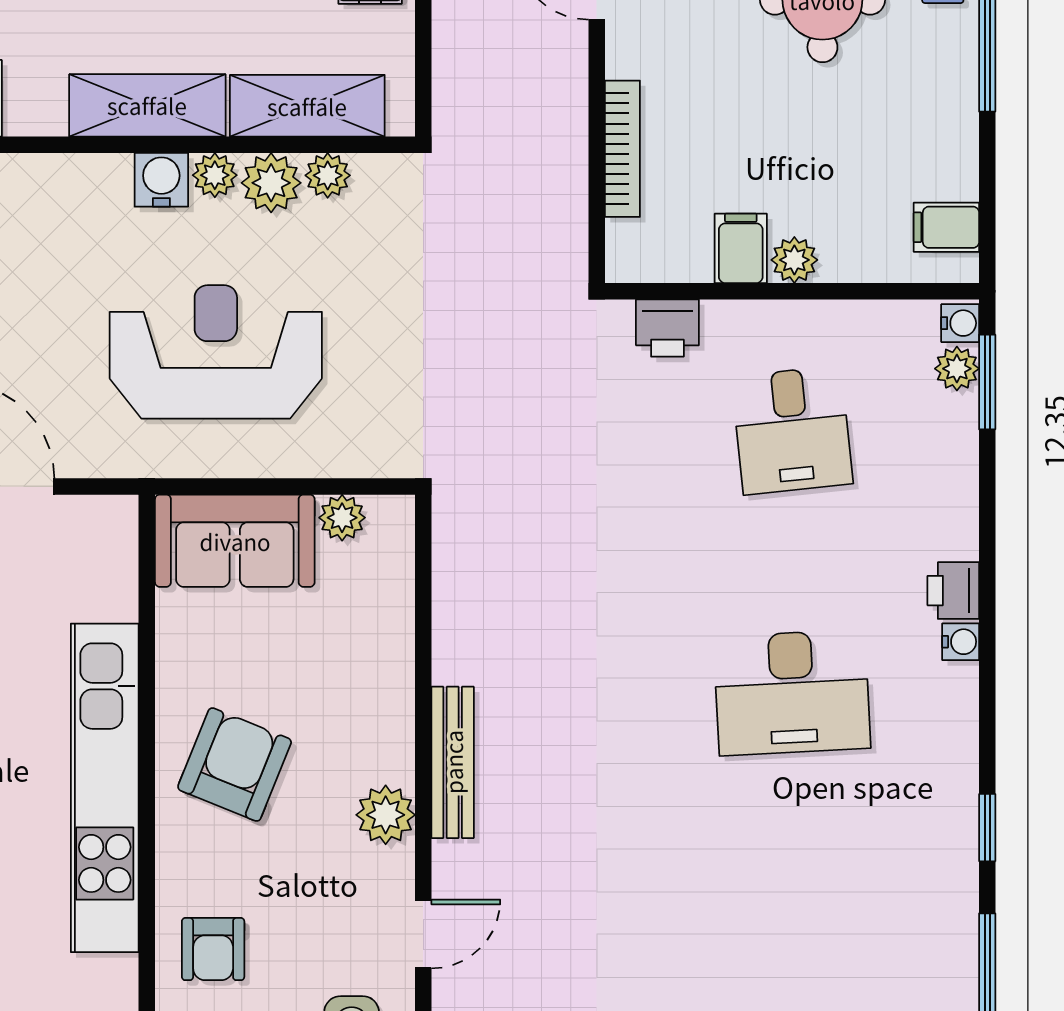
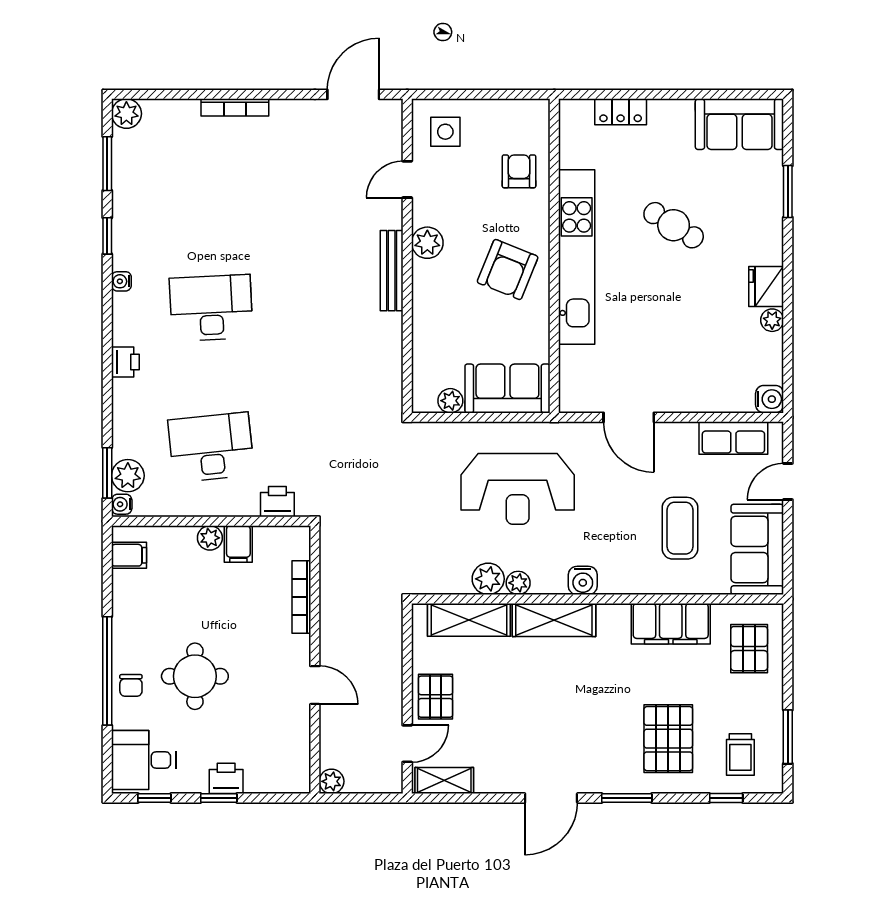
plant: (328, 175) -> (458, 583), removed
water cooler: (161, 180) -> (583, 580), moved
plant: (957, 369) -> (128, 476), width x1.38, depth x1.38
desk: (792, 430) -> (211, 447), width x1.37
water cooler: (961, 642) -> (121, 281), moved

